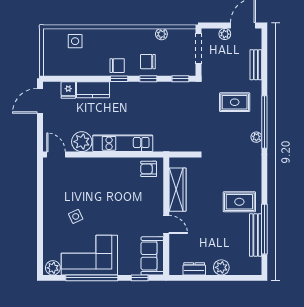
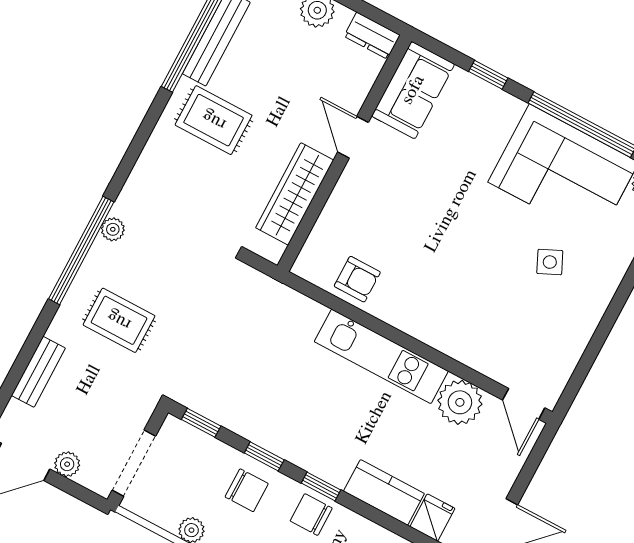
wardrobe: (177, 190) -> (295, 194), moved
wall: (166, 216) -> (344, 153), moved
door: (166, 224) -> (353, 137), moved
sofa: (152, 256) -> (413, 90), moved

